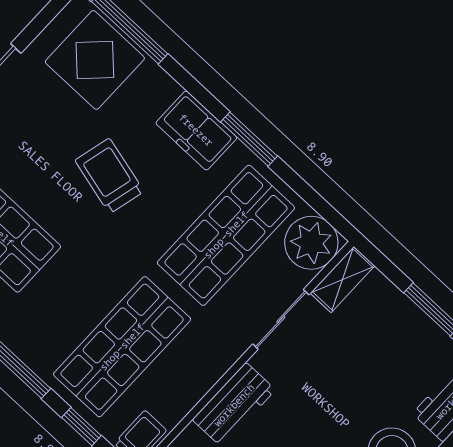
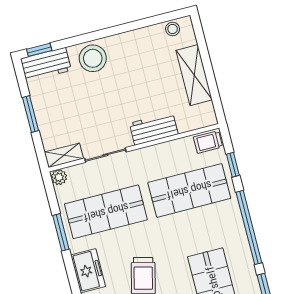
window: (249, 139) -> (61, 232), moved
plant: (311, 243) -> (59, 177), width x0.53, depth x0.53

